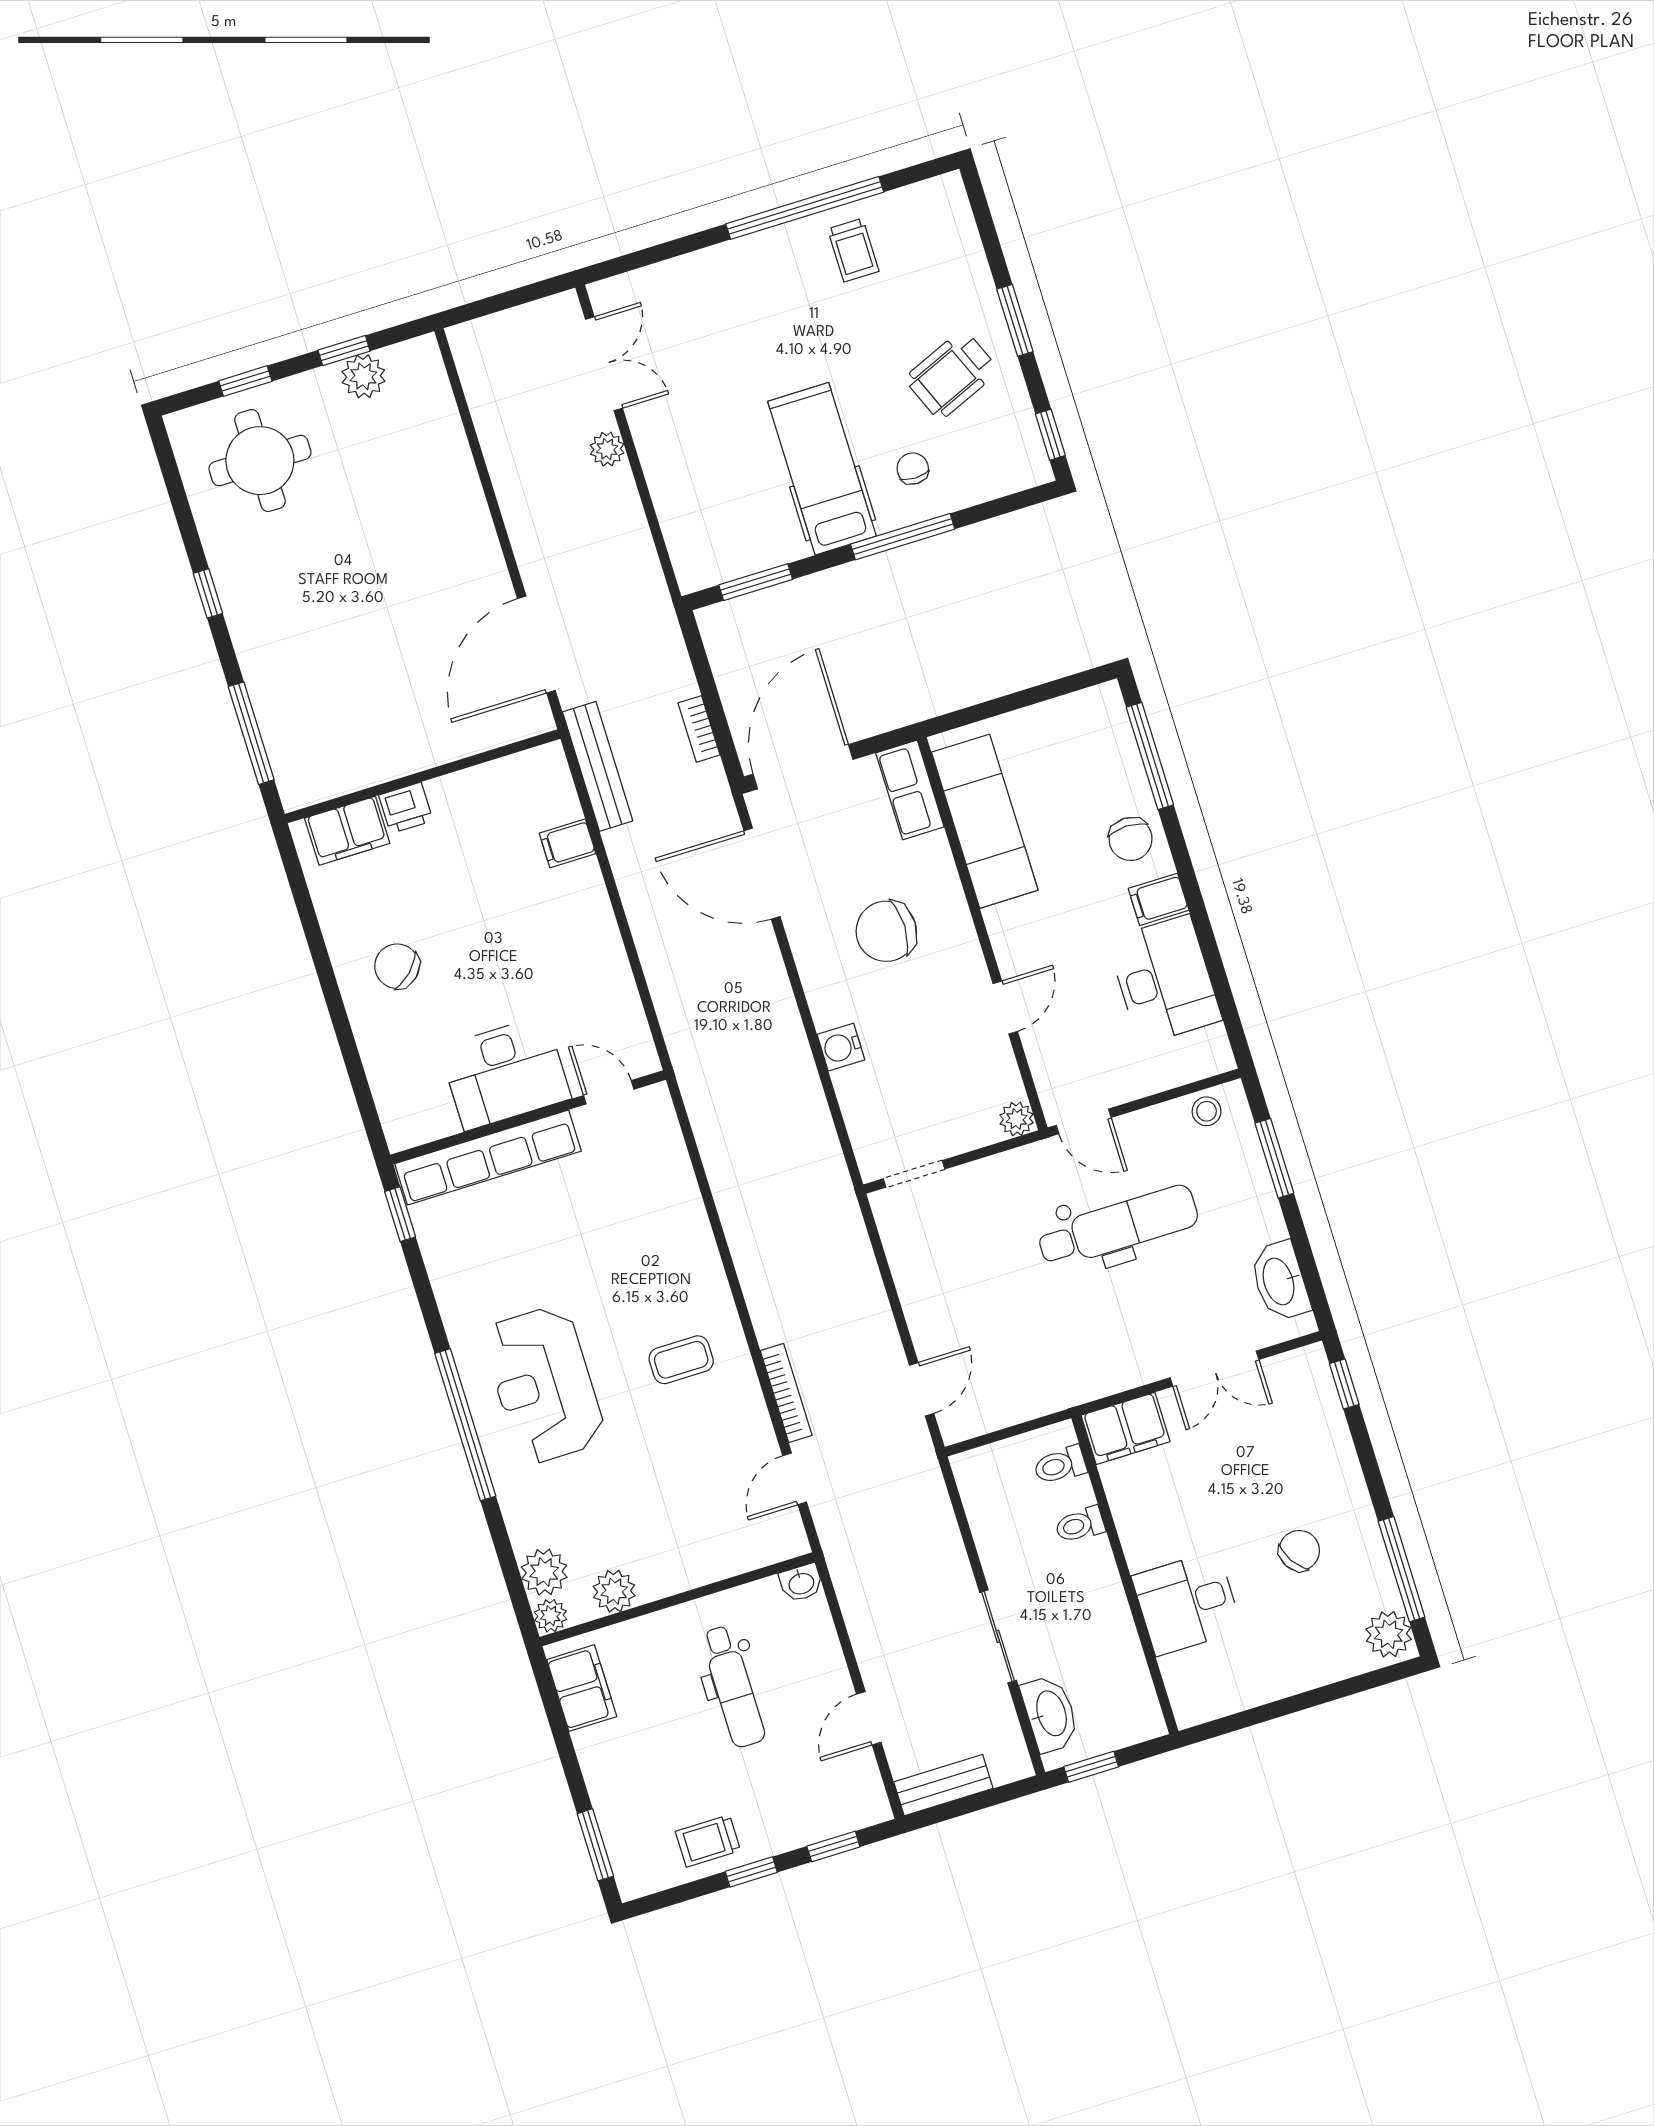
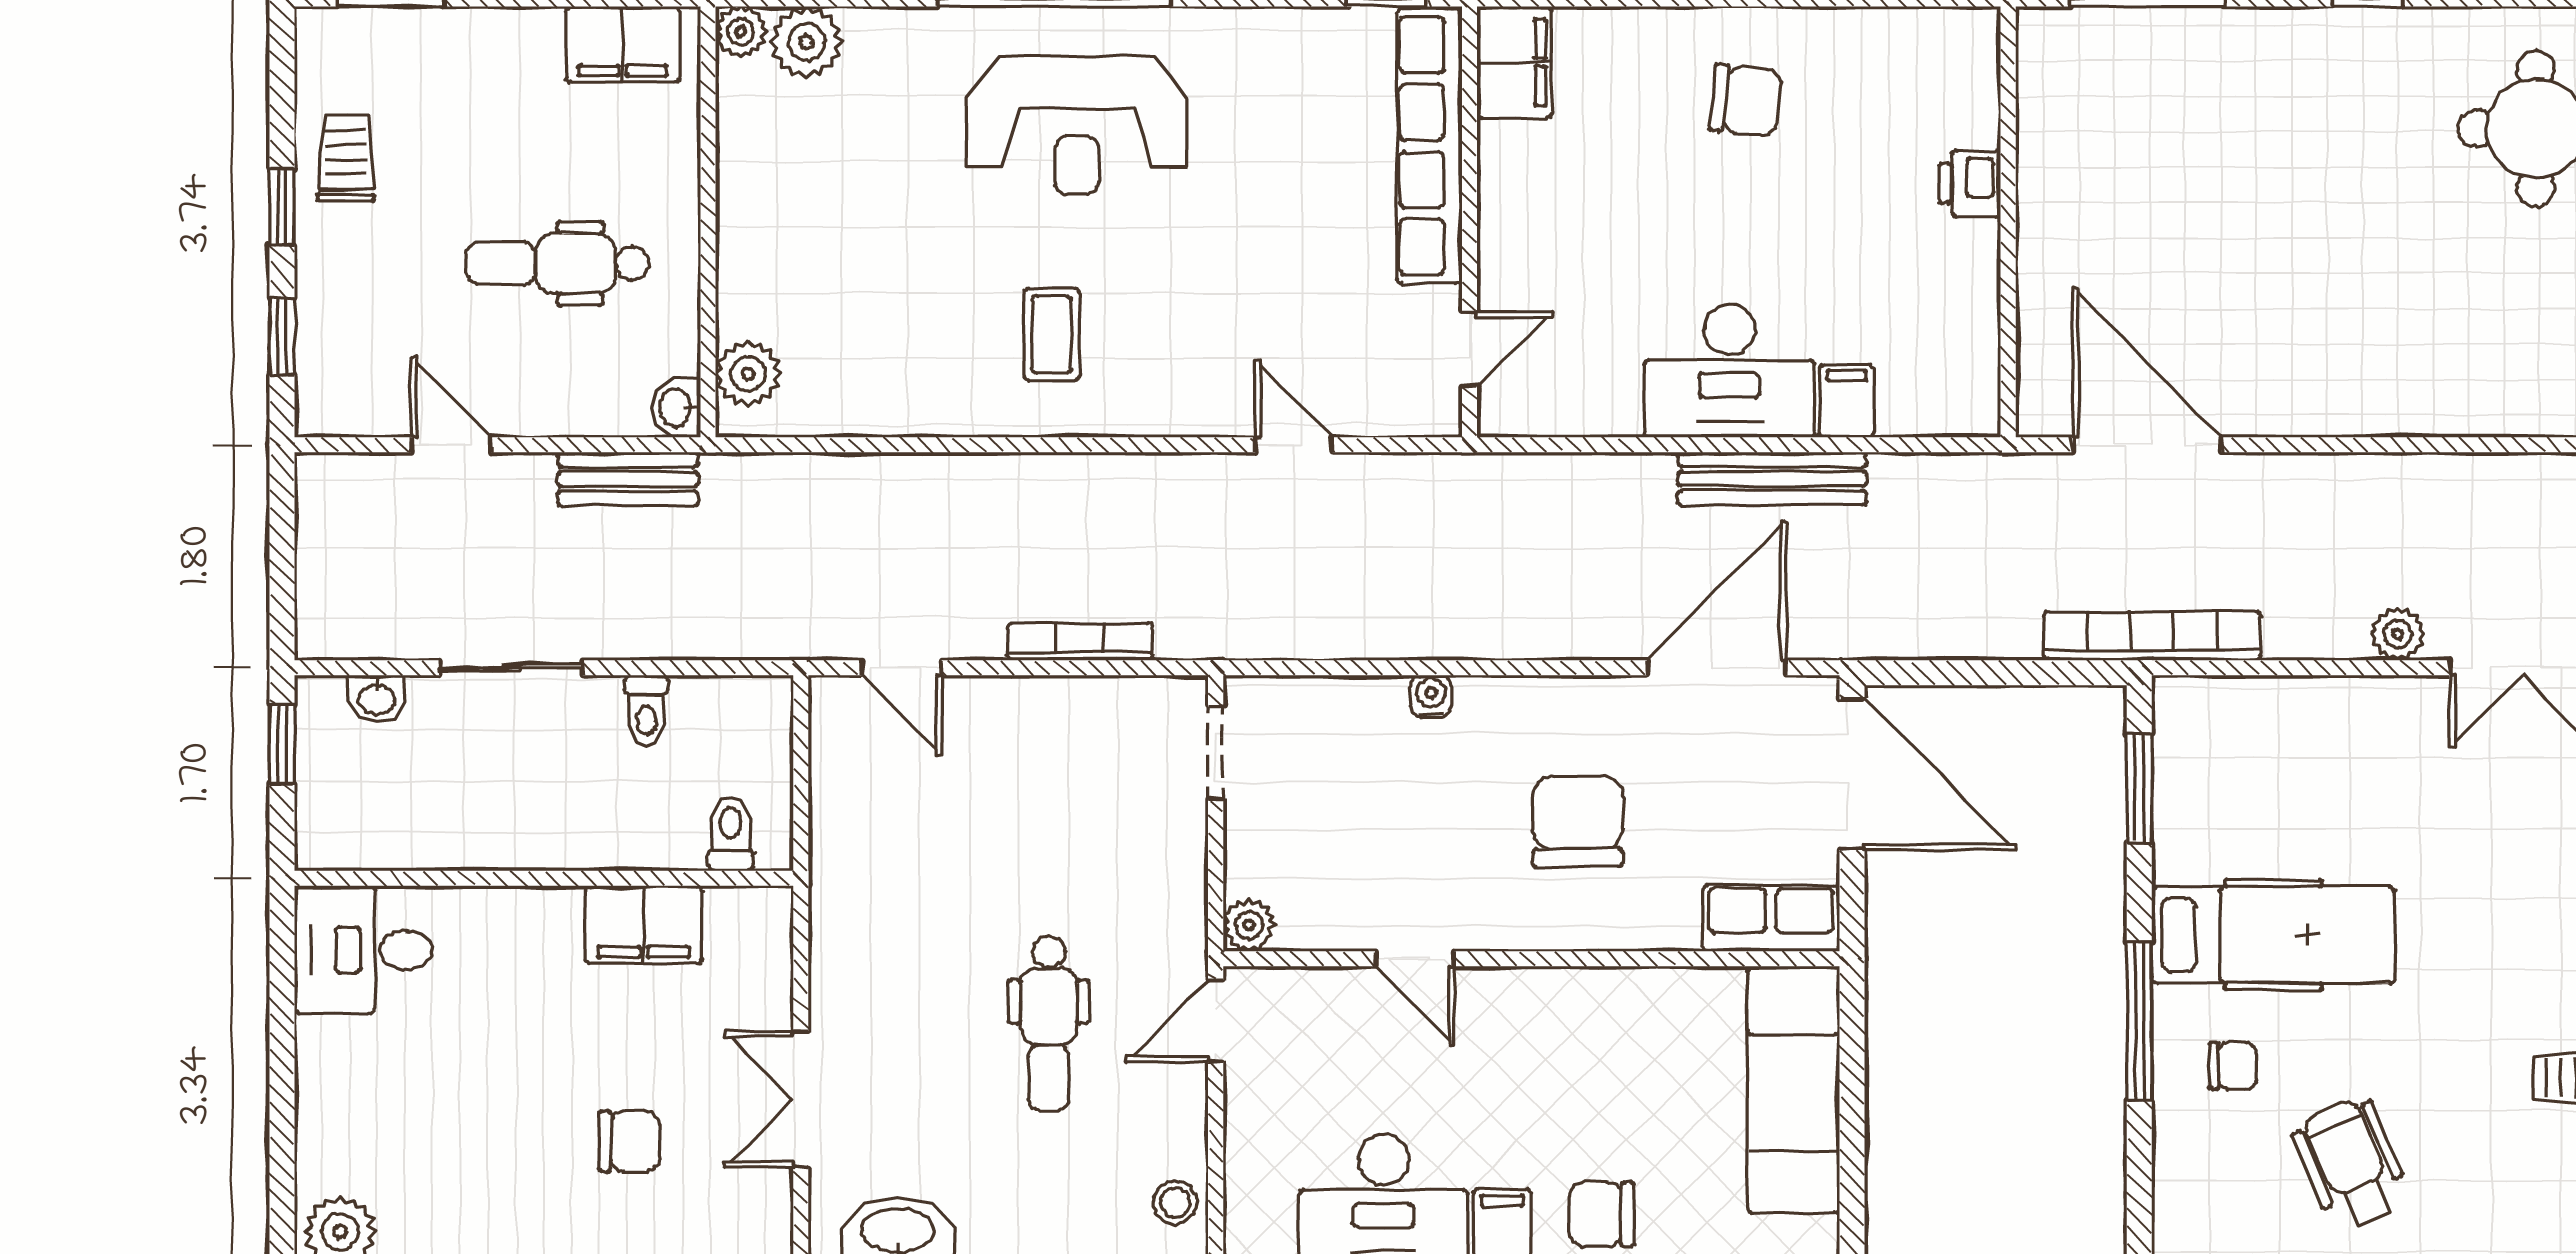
bookcase: (699, 729) -> (2152, 636), moved, width x2.31, depth x1.31
bench: (598, 766) -> (1772, 479), moved
exam couch: (985, 821) -> (1794, 1090), moved, turned 90
filing cabinet: (347, 831) -> (1514, 62), moved, turned 180
chair: (397, 966) -> (1746, 100), turned 50
water cooler: (841, 1047) -> (1431, 696), width x0.72, depth x0.72
desk: (505, 1073) -> (1729, 371), moved, turned -90
dental chair: (1118, 1226) -> (1049, 1023), width x0.73, depth x0.72
reception desk: (544, 1385) -> (1077, 125), turned 180
bookcase: (786, 1393) -> (1080, 642), moved, turned 180
filing cabinet: (1125, 1428) -> (644, 925), moved, turned -90
door: (795, 1479) -> (1294, 445), moved
toilet: (1080, 1525) -> (646, 710), moved, turned 180
chair: (1299, 1551) -> (629, 1141), moved, turned -58
plant: (614, 1591) -> (748, 374), moved
desk: (1187, 1603) -> (363, 950), moved, turned -90
washbasin: (1050, 1714) -> (377, 698), width x0.52, depth x0.69
bench: (943, 1785) -> (628, 479), moved, turned 90

